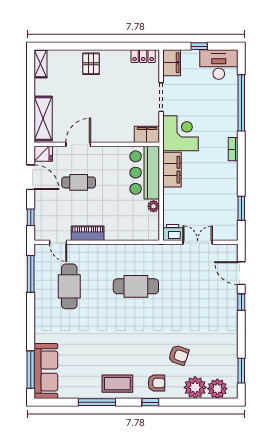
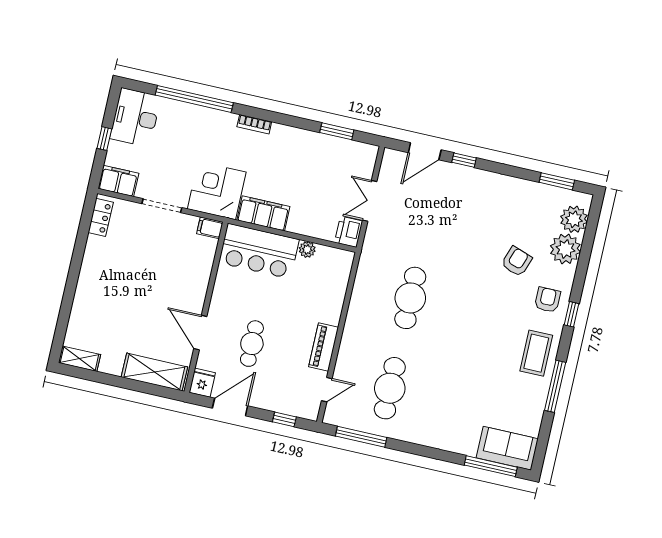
pallet: (91, 64) -> (95, 290), removed
filing cabinet: (147, 134) -> (210, 228), width x0.50
cafe table: (69, 286) -> (390, 388), turned 90
sofa: (46, 371) -> (507, 448), width x0.73

